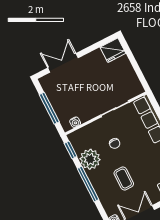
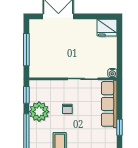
water cooler: (75, 122) -> (112, 73), moved

